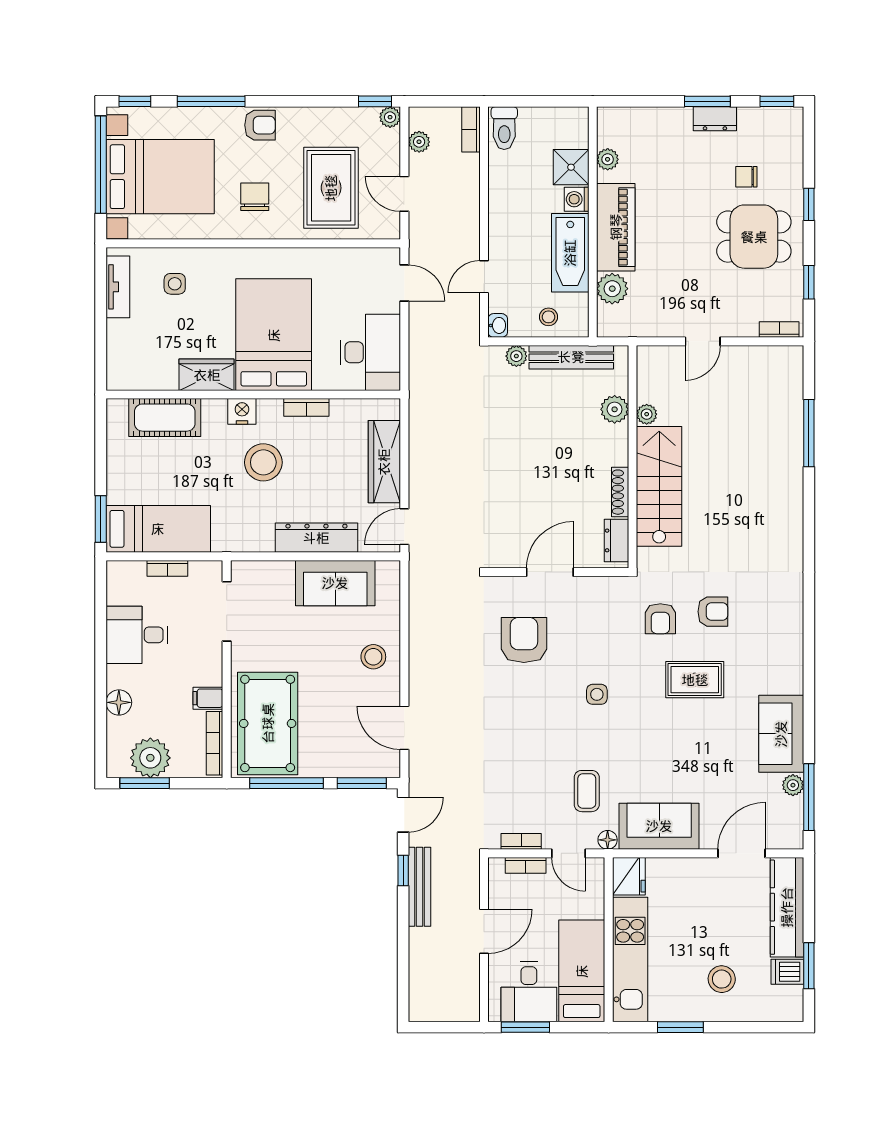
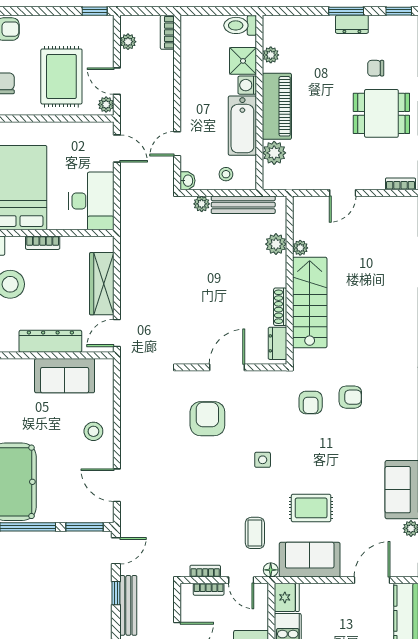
plant: (390, 117) -> (106, 105), moved
toilet: (504, 128) -> (240, 25), moved, turned 90
rug: (695, 680) -> (311, 508), moved

